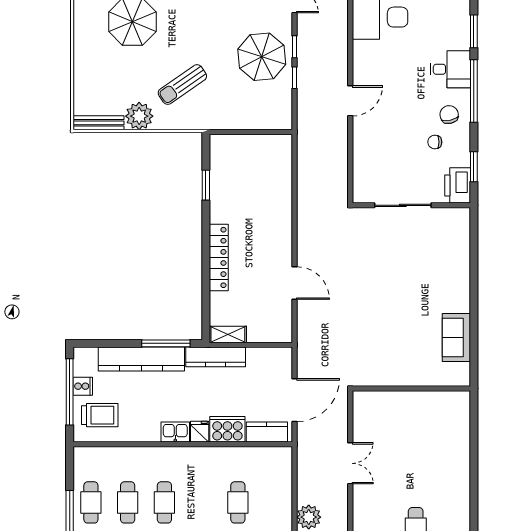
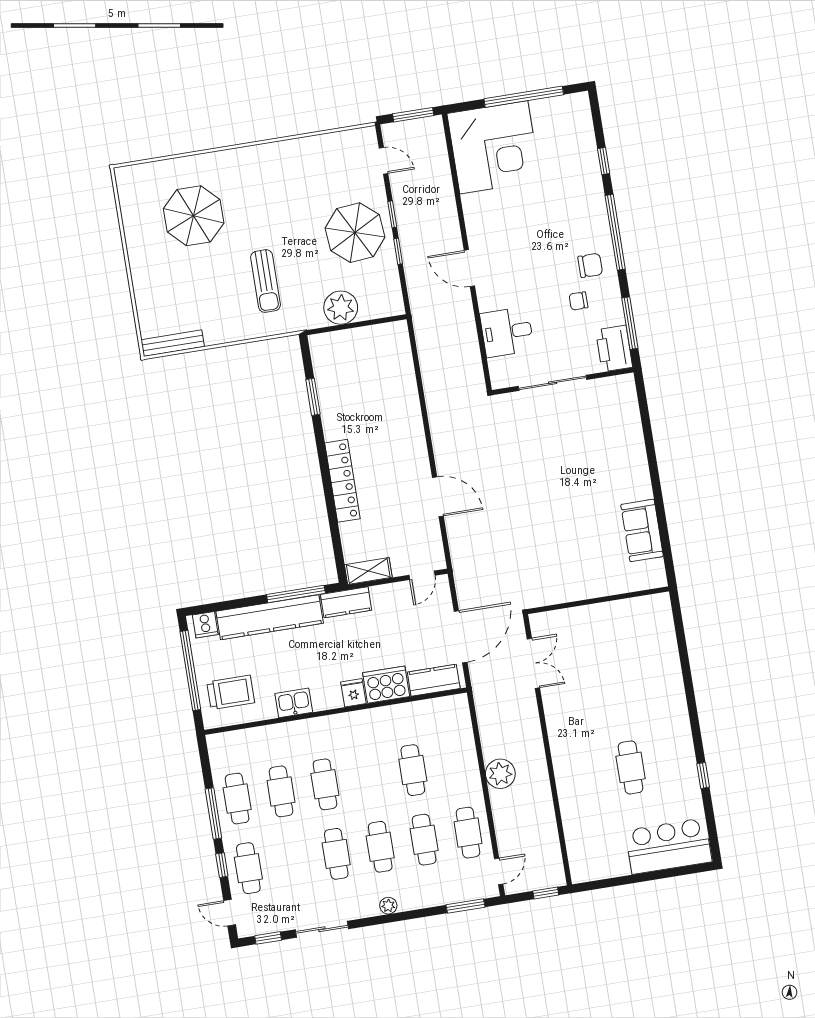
window: (474, 31) -> (604, 161), width x0.67
desk: (450, 69) -> (507, 332), moved, turned 180
sun lounger: (182, 84) -> (266, 281), turned -55
door: (350, 101) -> (469, 268), swing flipped
chair: (449, 115) -> (590, 265), turned 102
plant: (139, 116) -> (341, 308), moved
window: (474, 167) -> (630, 323), width x1.44
door: (271, 345) -> (422, 575), added
kitchen counter: (216, 357) -> (346, 602), width x0.67
cooker: (83, 386) -> (205, 625), moved, turned 90
kitchen sink: (175, 432) -> (294, 703), moved
double door: (350, 463) -> (533, 663), moved

